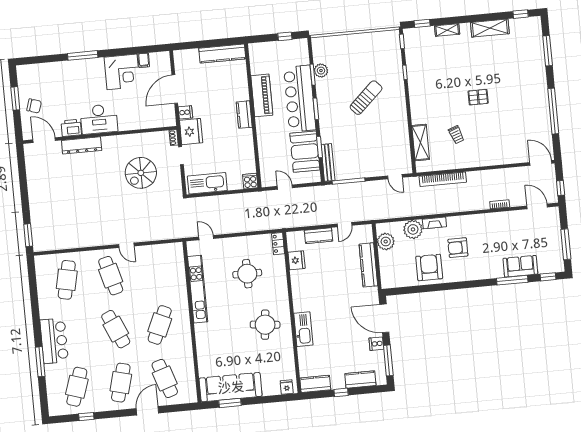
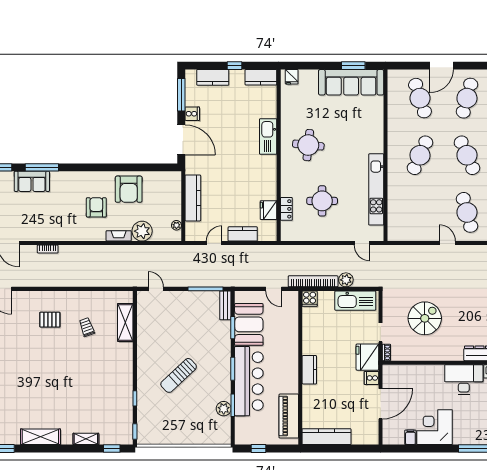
piano: (262, 95) -> (289, 416), moved
pallet: (478, 97) -> (50, 320), moved
bench: (328, 162) -> (225, 305), width x0.73
bookcase: (443, 179) -> (313, 281), moved
plant: (218, 202) -> (346, 280), added
plant: (386, 242) -> (176, 225), width x0.53, depth x0.53
locker: (278, 244) -> (286, 209), moved
armchair: (458, 248) -> (96, 207), turned -90

